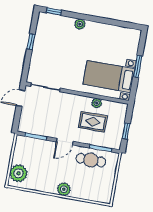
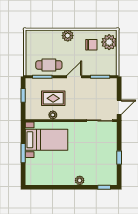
chair: (39, 174) -> (91, 45), added

